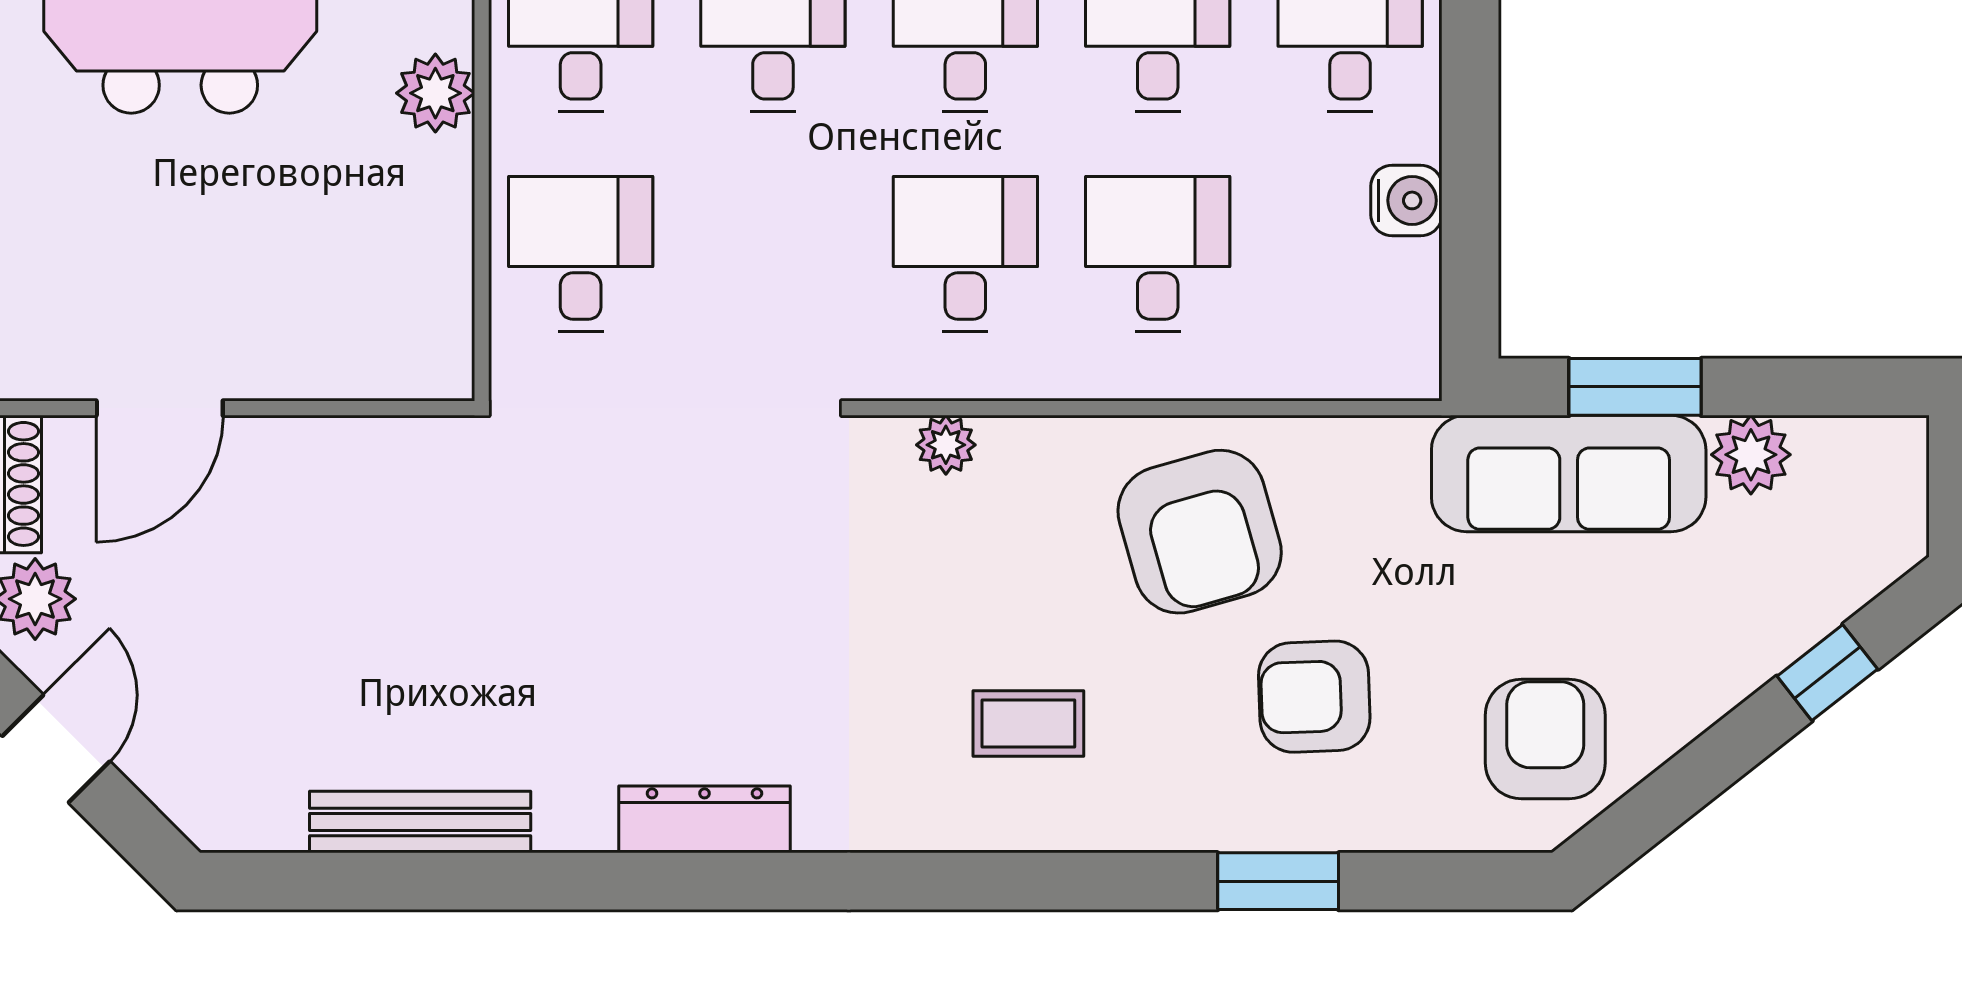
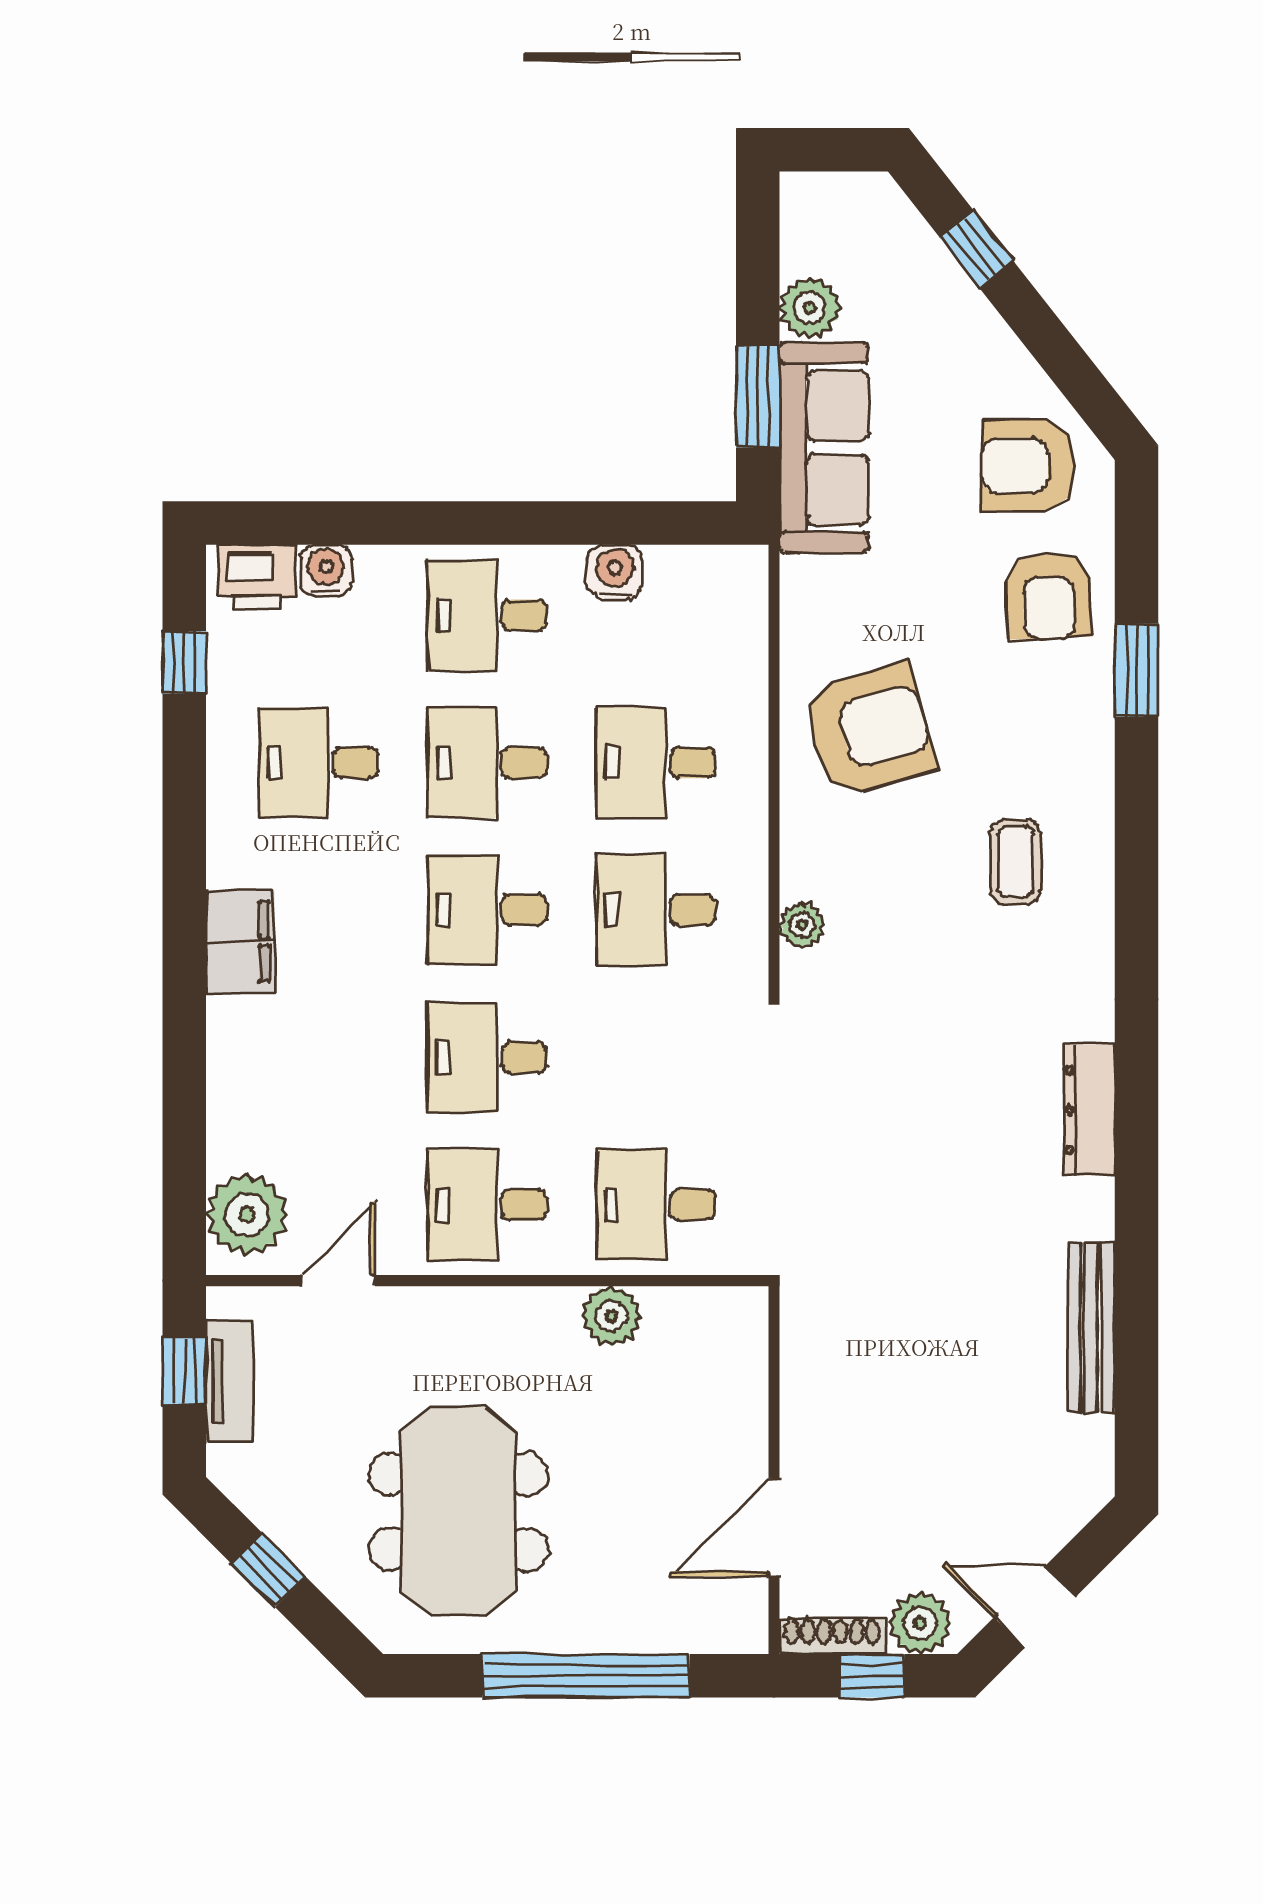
plant: (435, 93) -> (611, 1316), moved
door: (160, 408) -> (774, 1527), swing flipped
armchair: (1314, 697) -> (1049, 596), moved

